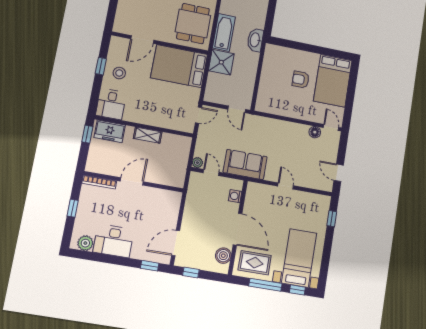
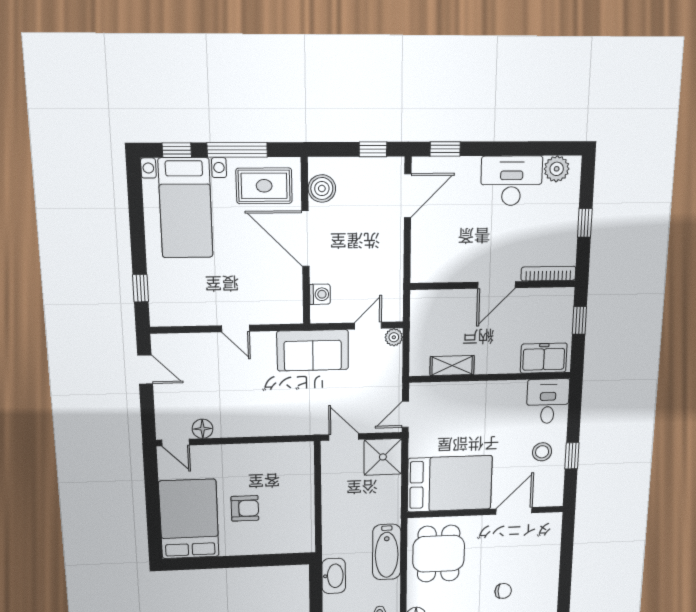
washbasin: (255, 40) -> (334, 576), moved
shower: (221, 62) -> (383, 457), moved
window: (87, 134) -> (579, 320), moved
shelving: (148, 135) -> (452, 366), moved
door: (211, 172) -> (368, 326), swing flipped

